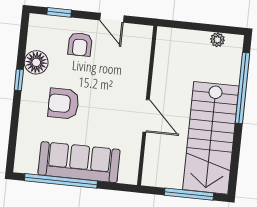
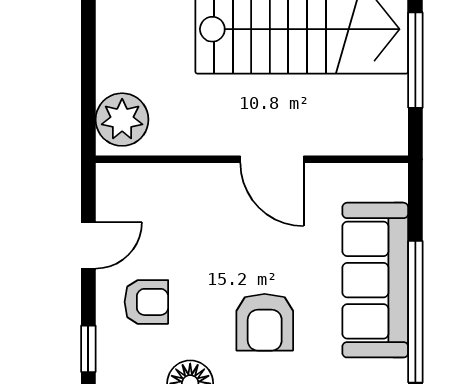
plant: (217, 40) -> (122, 120), moved, width x1.87, depth x1.87
door: (146, 116) -> (272, 159), swing flipped

